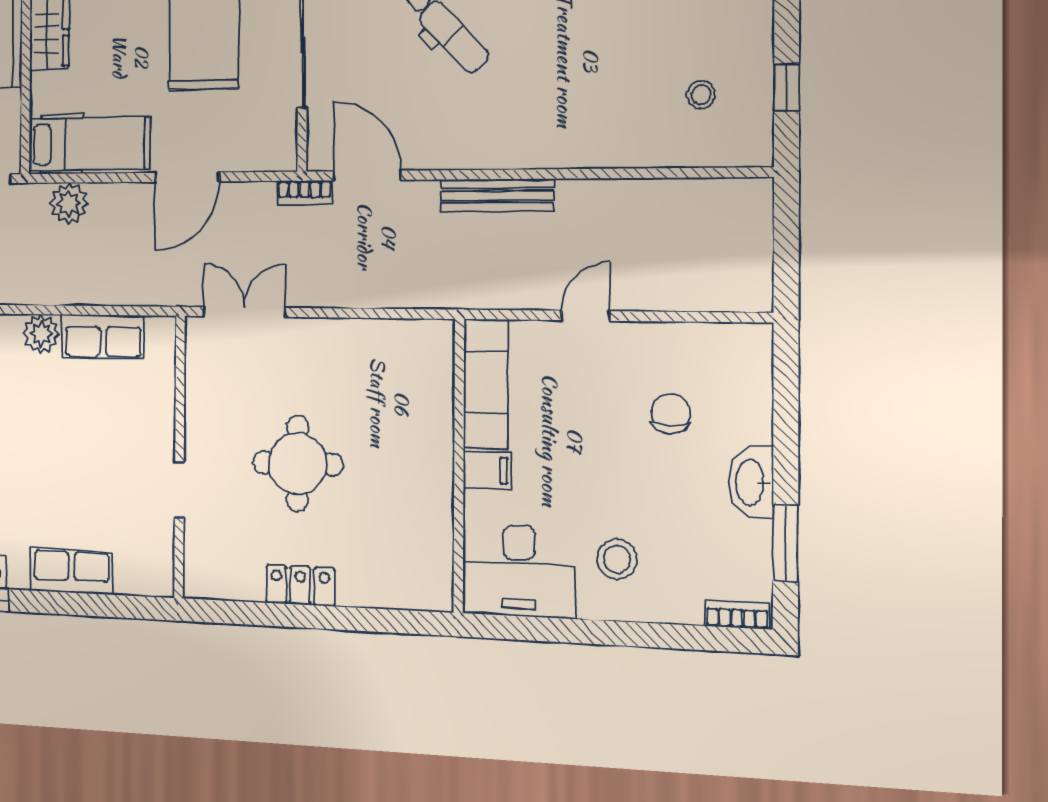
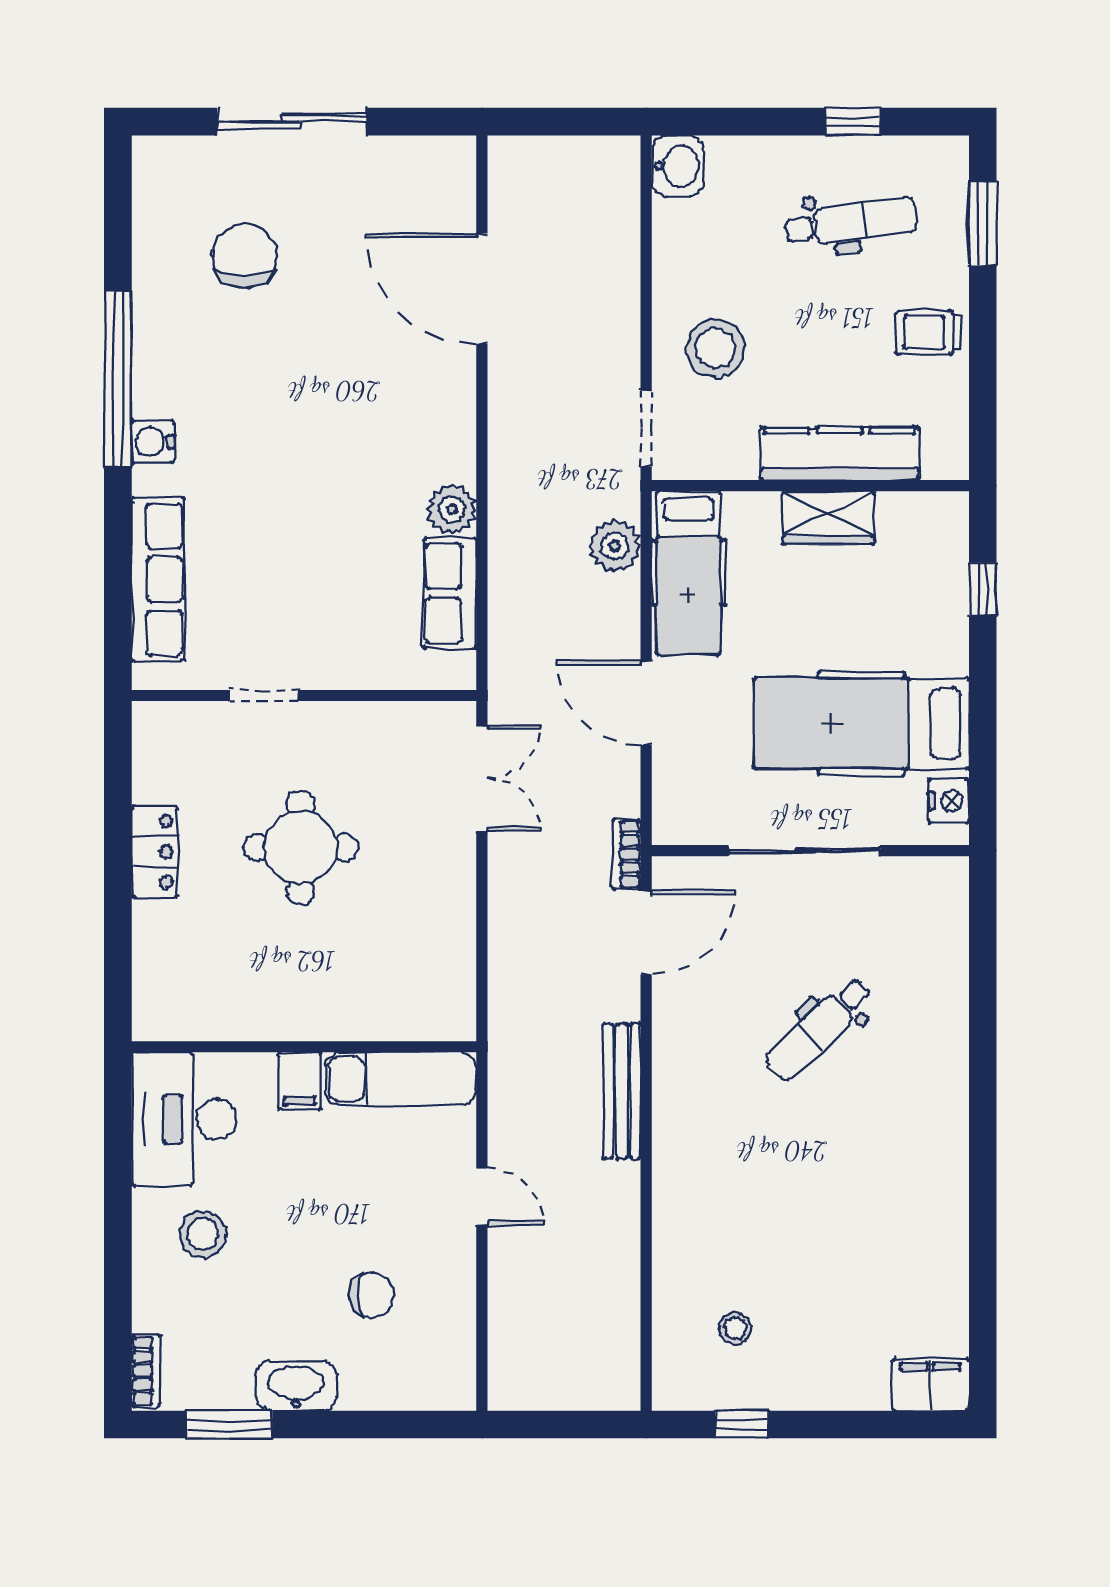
row of seats: (71, 571) -> (158, 579), width x1.48

